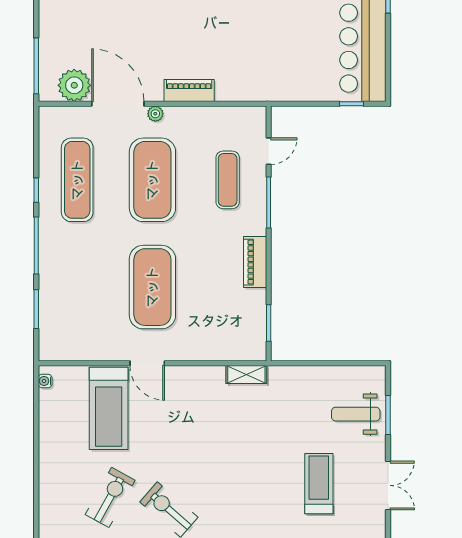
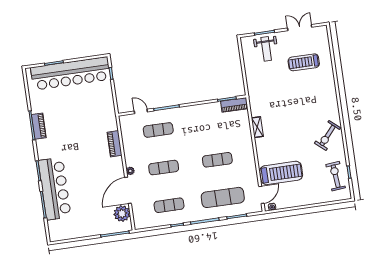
piano: (189, 90) -> (114, 144), moved
exercise mat: (77, 180) -> (169, 205), width x0.73, depth x0.69
exercise mat: (152, 180) -> (164, 168), width x0.50, depth x0.69
piano: (255, 262) -> (234, 105), moved
exercise mat: (77, 287) -> (223, 197), added
exercise mat: (152, 287) -> (217, 160), width x0.50, depth x0.69
door: (147, 363) -> (261, 195), moved
shelving: (246, 375) -> (257, 127), moved
exercise bike: (110, 497) -> (336, 176), moved, turned 56

